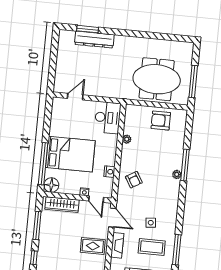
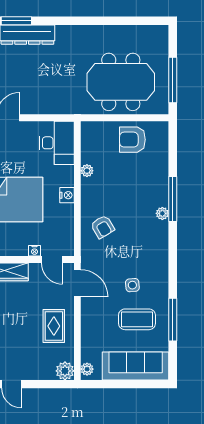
nightstand: (109, 172) -> (67, 195), moved
fireplace: (117, 245) -> (88, 322), removed
rug: (93, 246) -> (54, 326), turned 90

